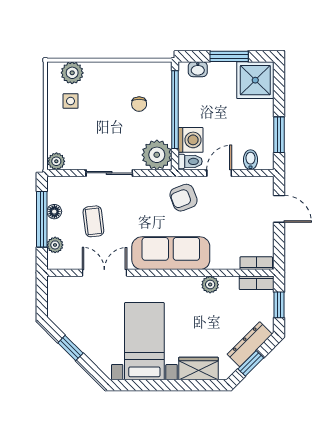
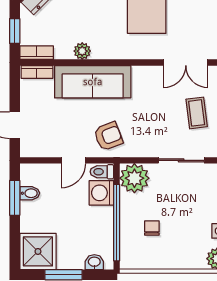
bidet: (251, 160) -> (30, 193), moved, turned -90
sofa: (171, 253) -> (93, 82), moved

